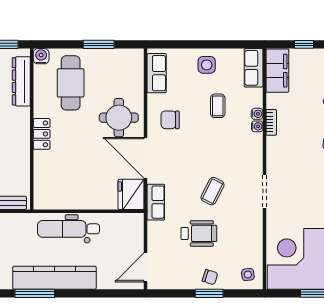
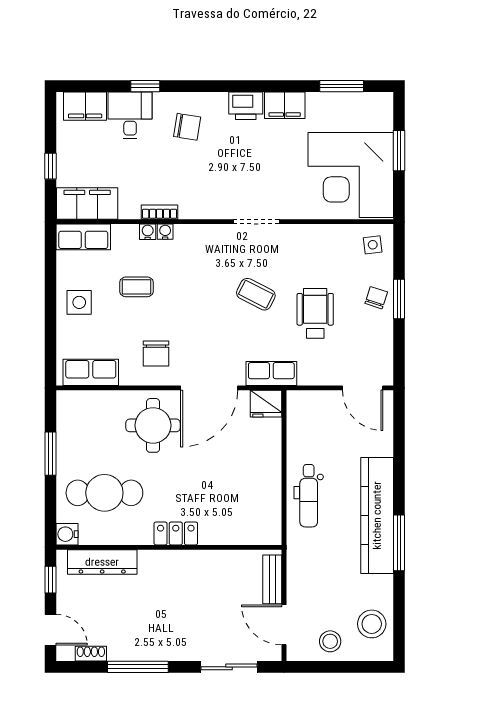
fridge: (131, 194) -> (266, 404), width x0.73, depth x0.75
dental chair: (69, 229) -> (309, 496), width x0.73, depth x0.72

